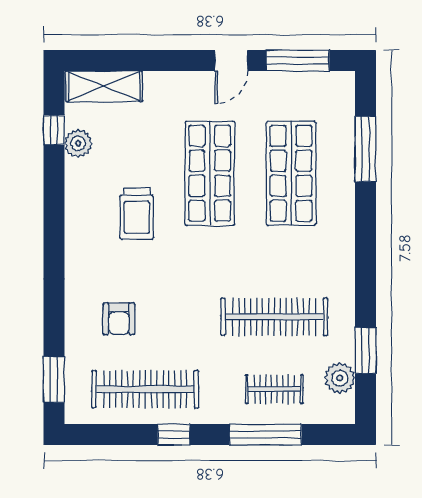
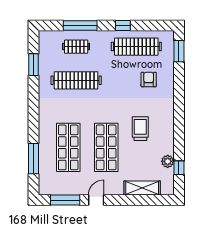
shelving: (104, 86) -> (142, 188), moved
plant: (340, 378) -> (45, 52), removed

